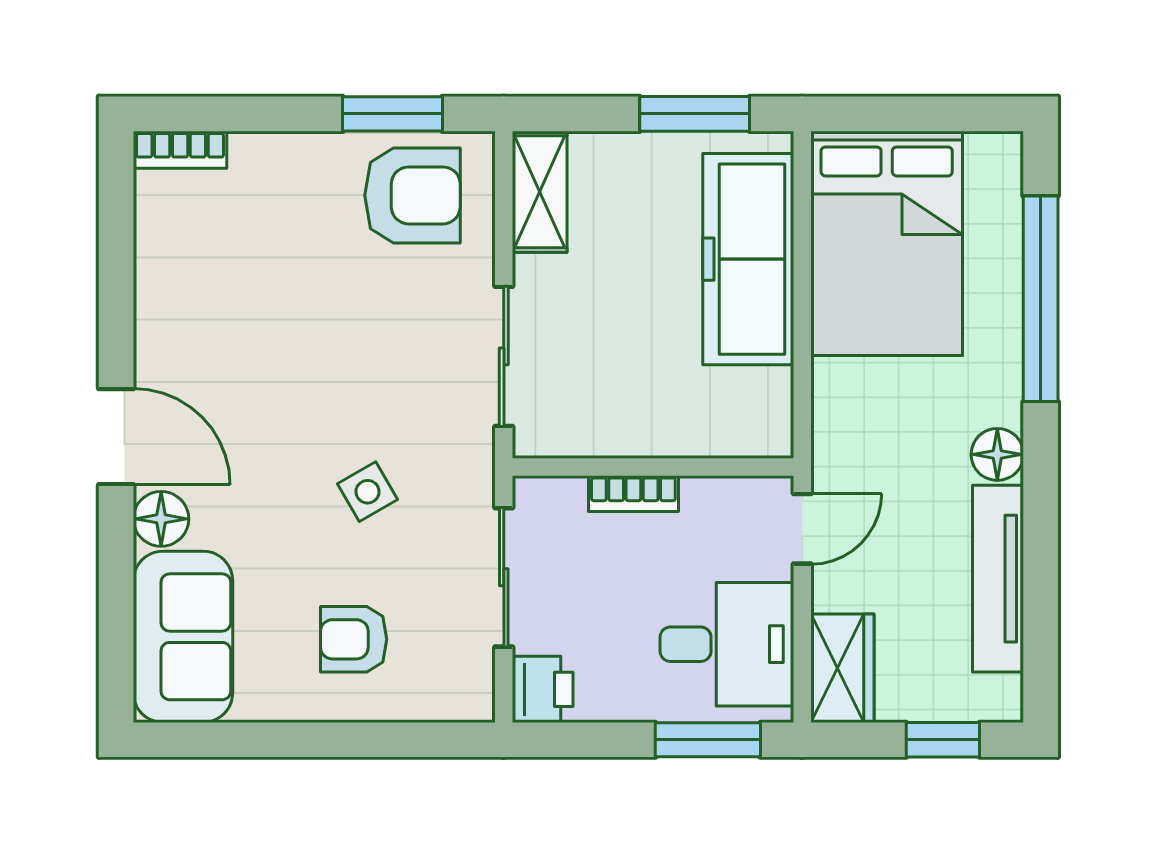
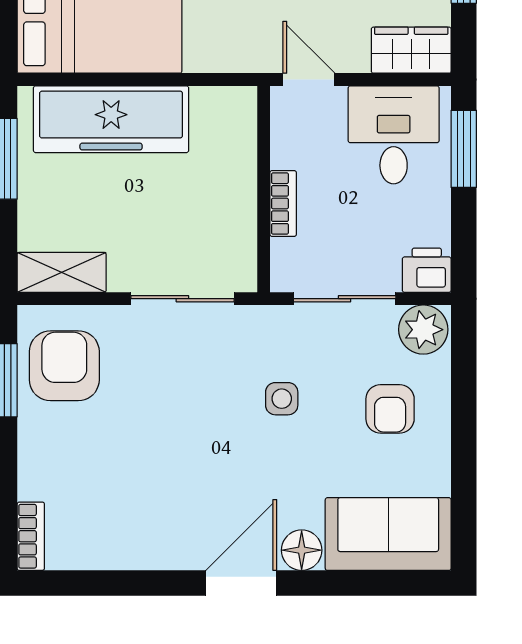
side table: (367, 492) -> (282, 399), turned 30
plant: (462, 685) -> (423, 330), added

